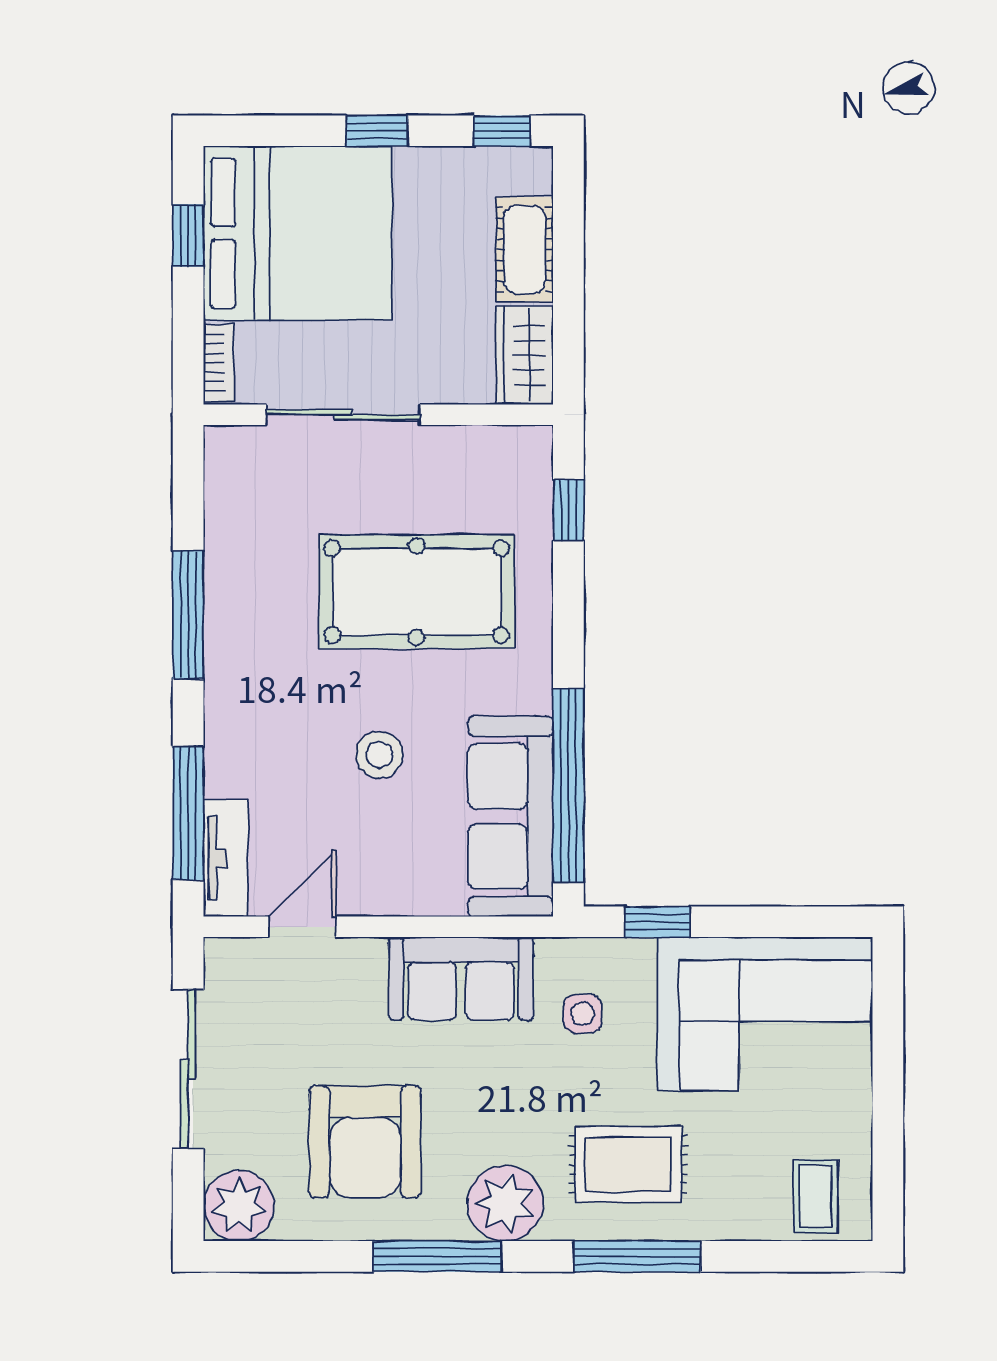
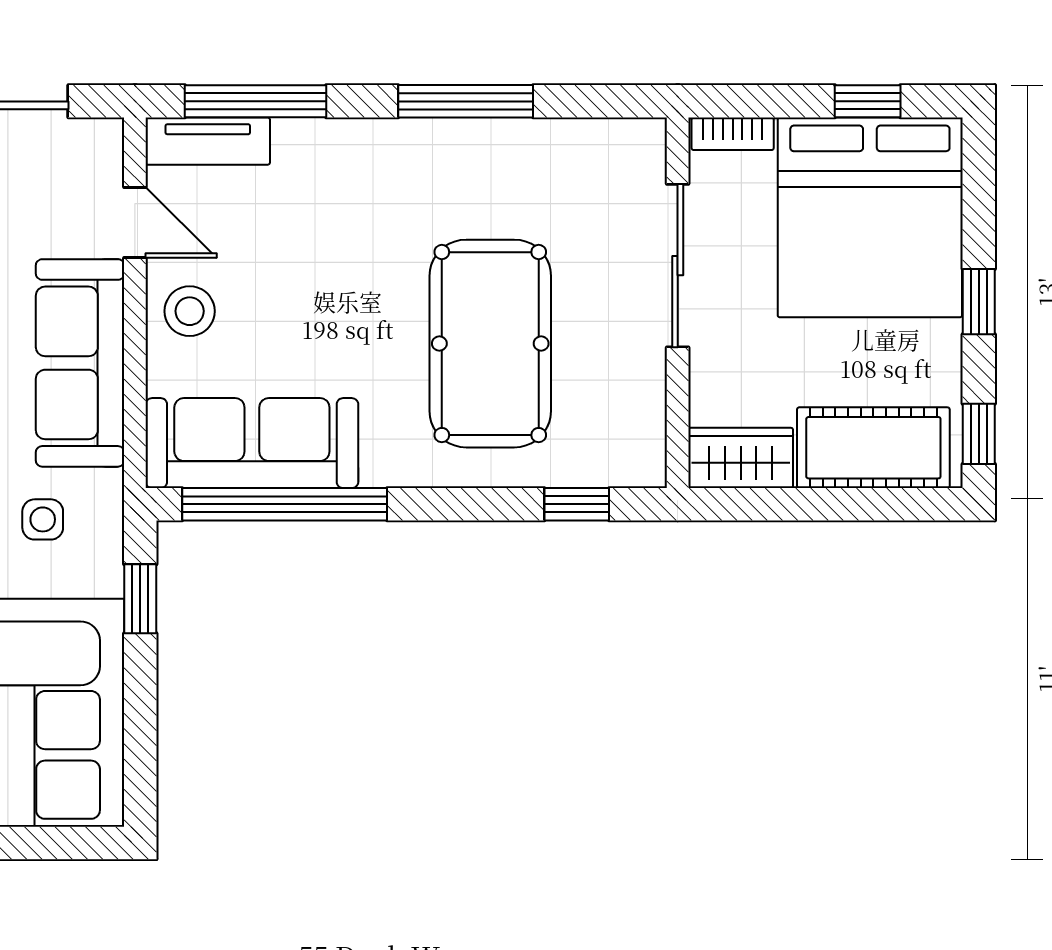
cot: (525, 249) -> (873, 448), width x1.37, depth x1.34
stool: (379, 755) -> (190, 311), moved
sofa: (461, 979) -> (80, 363), width x1.36

